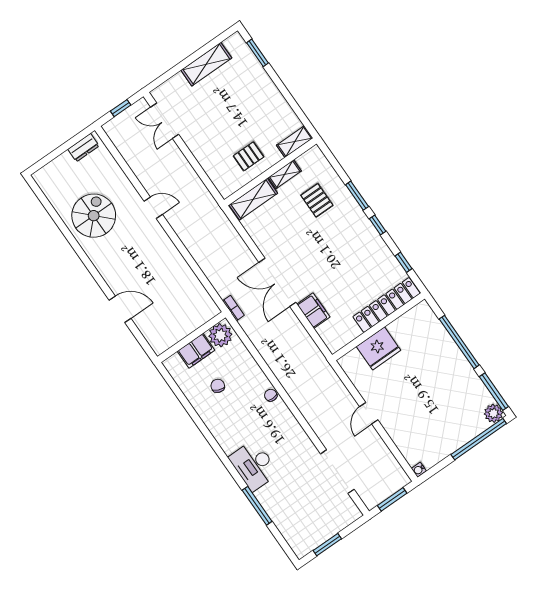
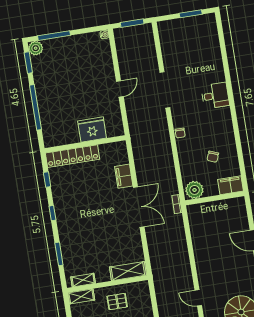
shelving: (285, 174) -> (83, 280), moved
window: (357, 196) -> (59, 254), moved
pallet: (317, 200) -> (85, 250), removed
filing cabinet: (196, 351) -> (231, 185), moved
window: (494, 392) -> (28, 63), width x0.69
window: (479, 439) -> (54, 36), width x0.68
desk: (254, 465) -> (215, 96), width x0.73
doorway: (337, 472) -> (165, 90), moved
window: (257, 506) -> (225, 63), removed

